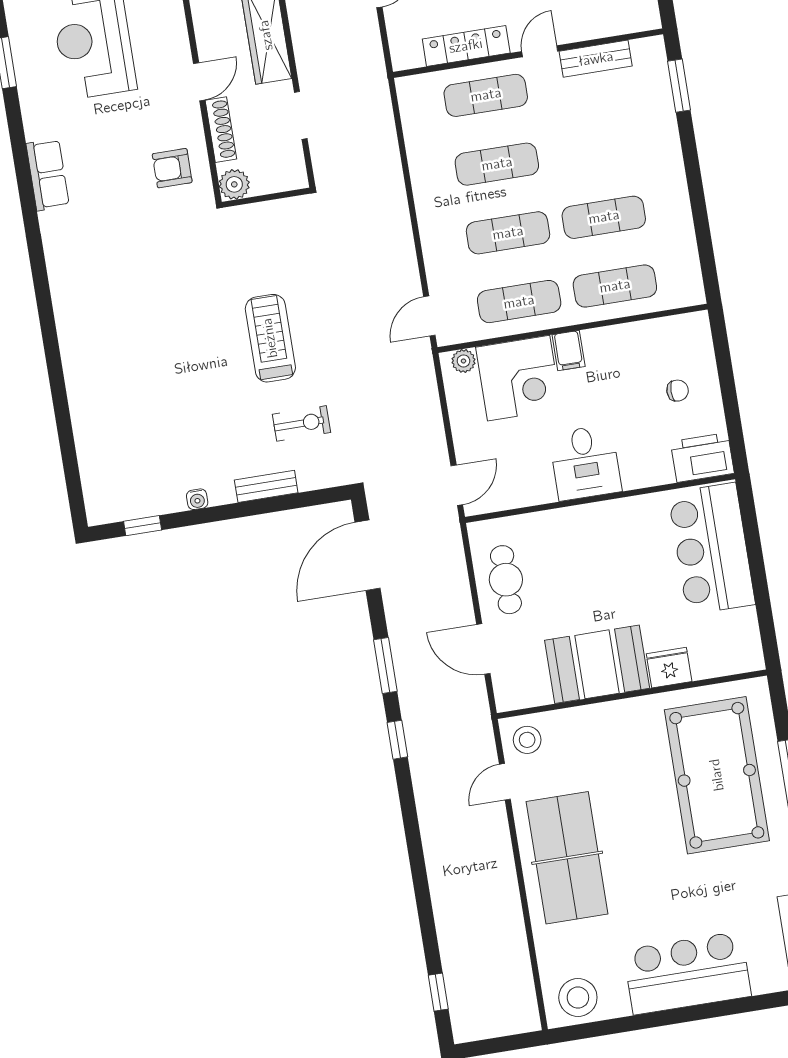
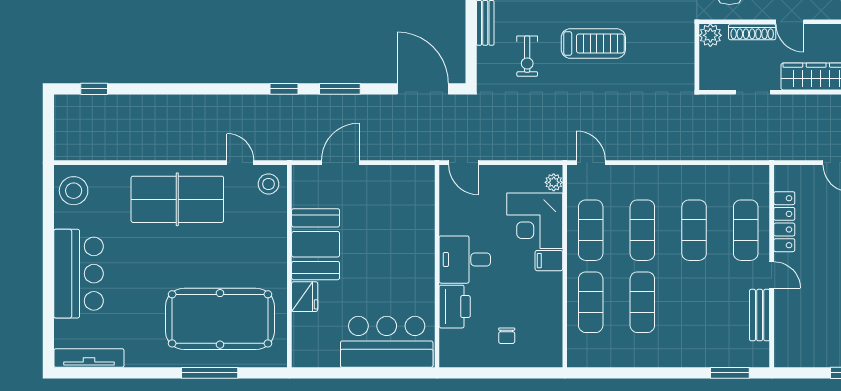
printer: (702, 457) -> (455, 307), moved
cafe table: (506, 580) -> (388, 187), removed

